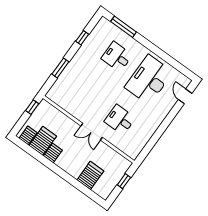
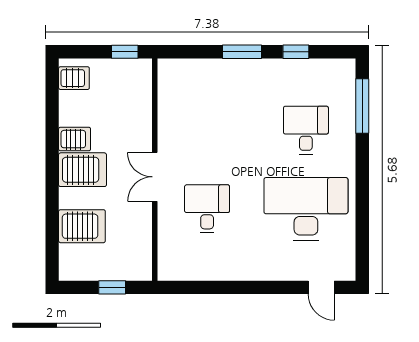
window: (60, 68) -> (242, 52), moved
door: (185, 96) -> (321, 287), swing flipped
server rack: (43, 141) -> (82, 170), moved

